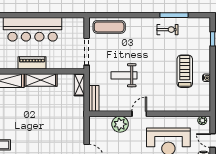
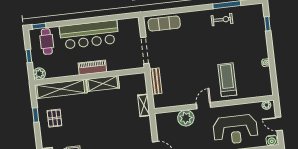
treadmill: (185, 71) -> (227, 80), moved
weight bench: (124, 75) -> (184, 69), removed
shelving: (79, 85) -> (144, 105), moved
bench: (94, 98) -> (156, 81), moved

